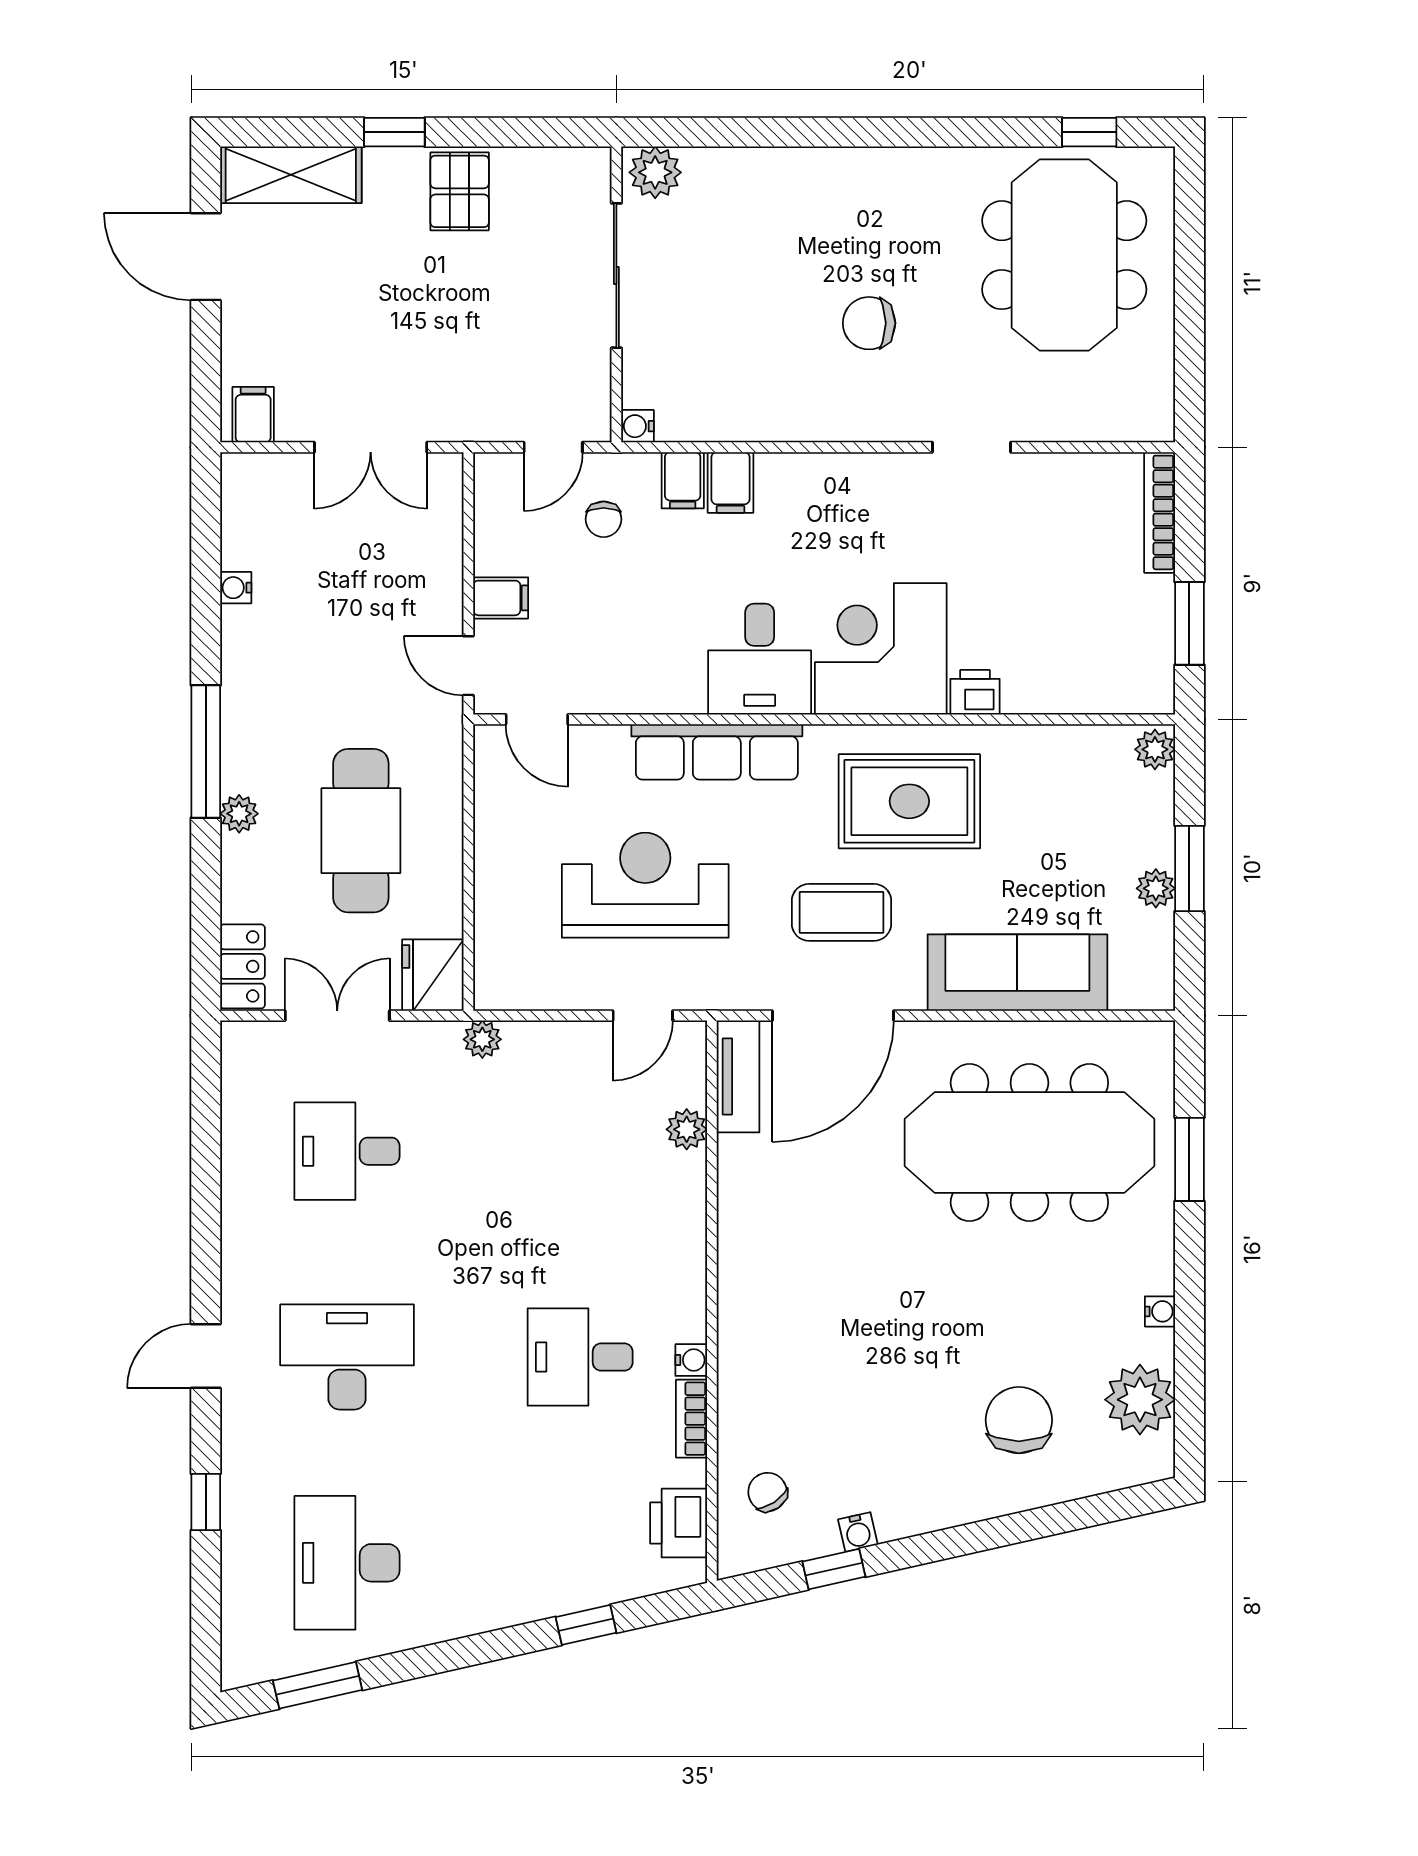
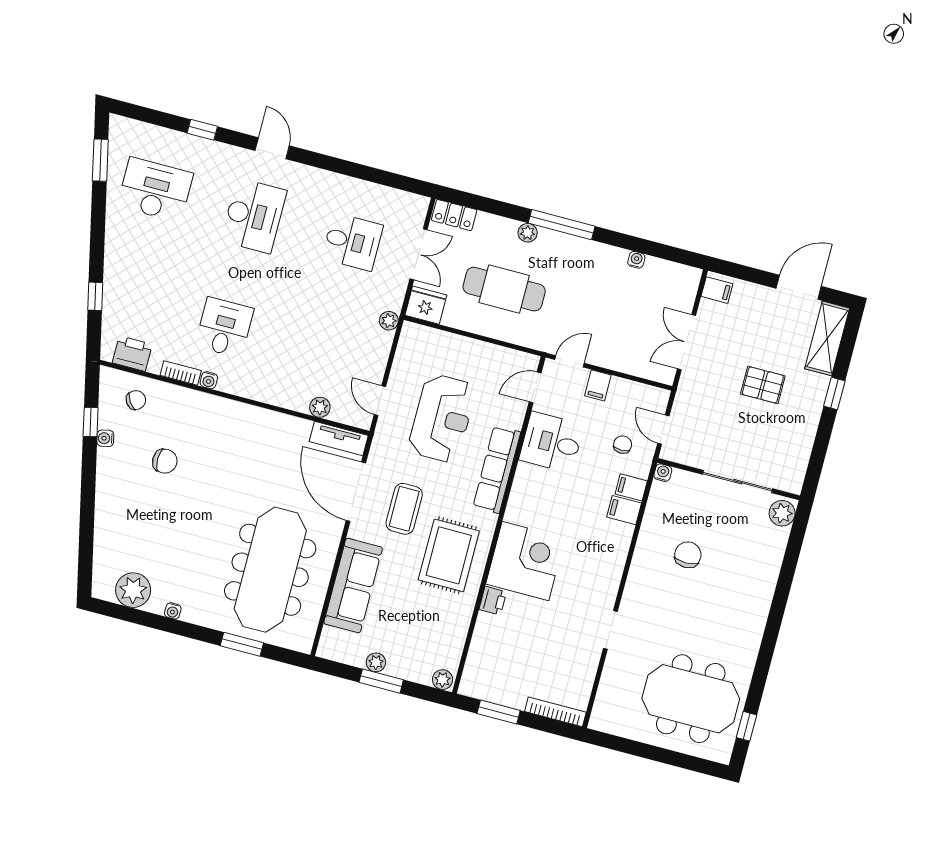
pallet: (460, 191) -> (763, 385), moved
chair: (869, 323) -> (688, 555), moved
chair: (604, 519) -> (623, 445), turned 90
desk: (760, 659) -> (551, 442), moved
desk: (347, 1151) -> (352, 242), turned 90
chair: (1019, 1420) -> (165, 461), moved, width x0.73, depth x0.73

